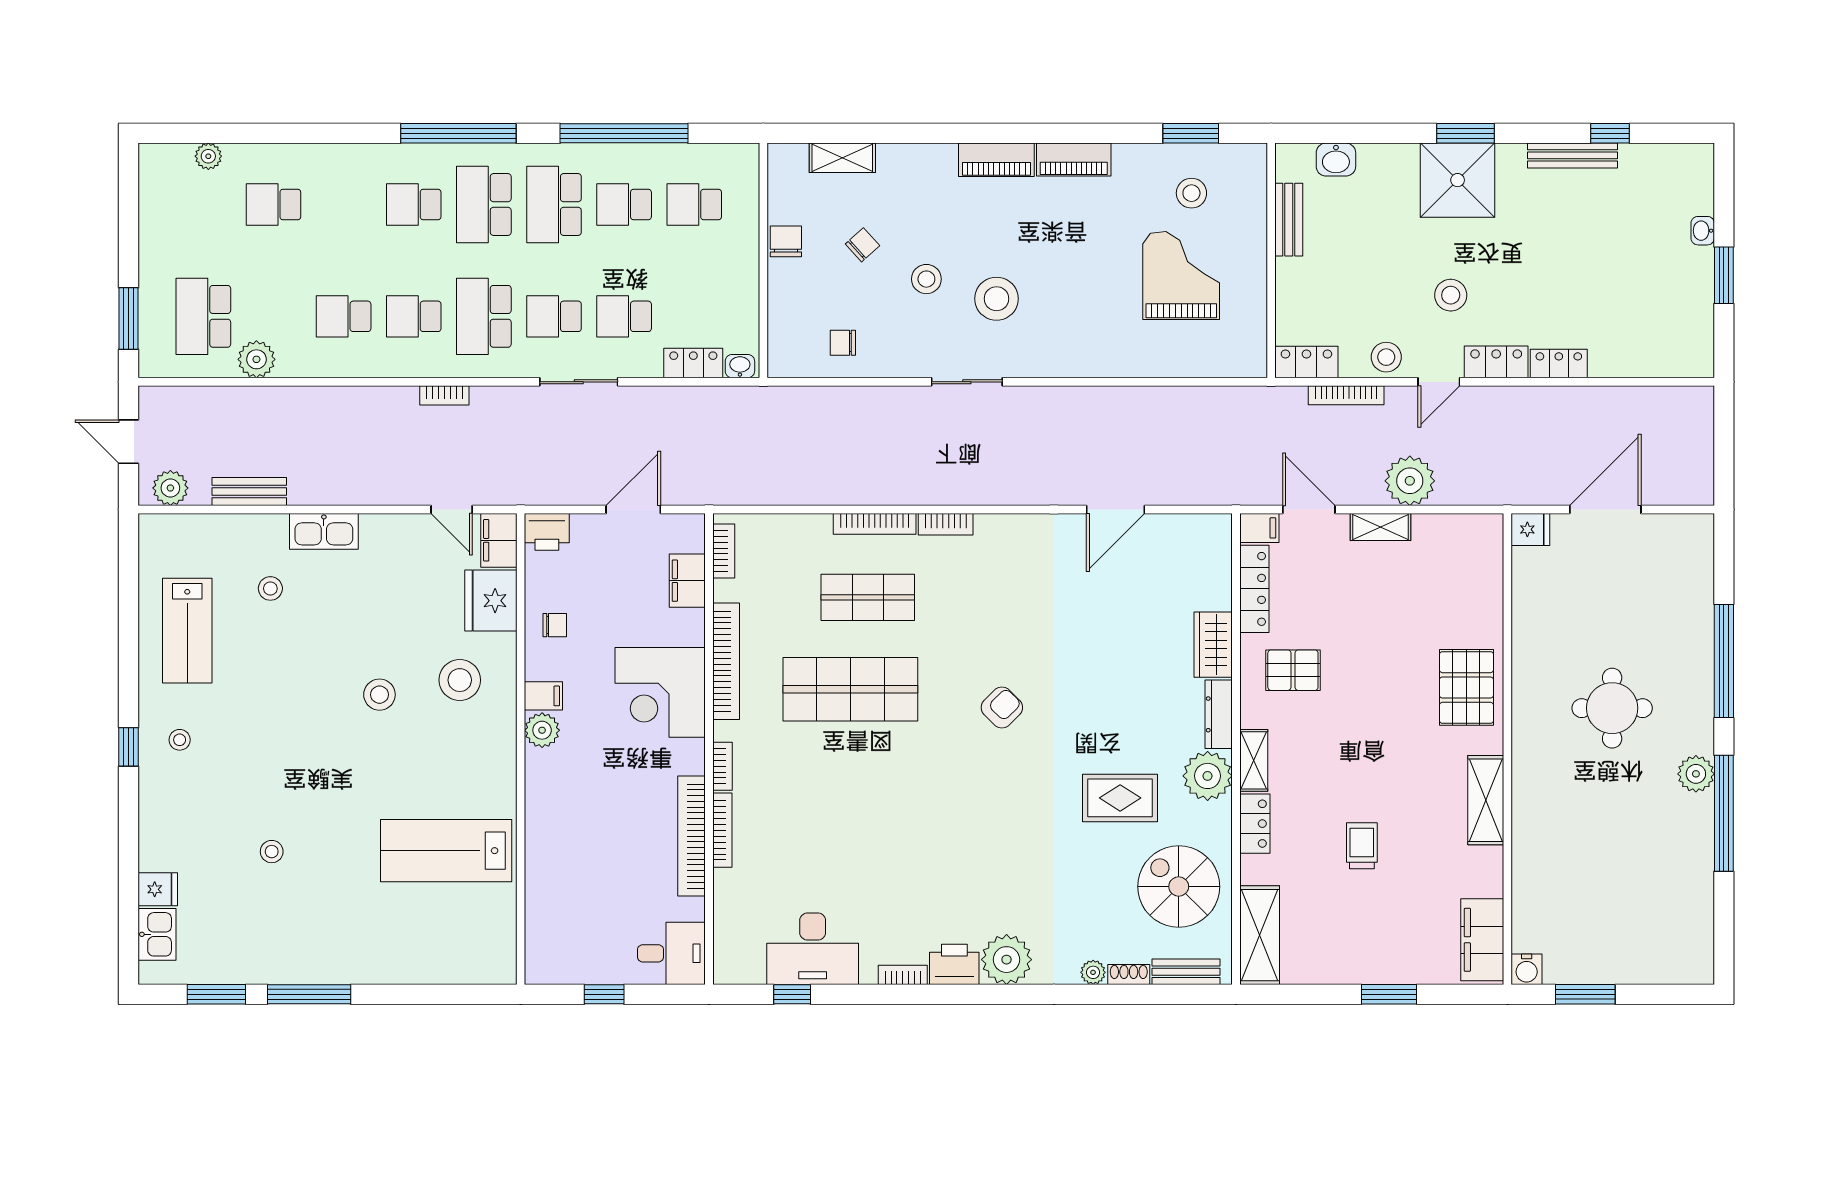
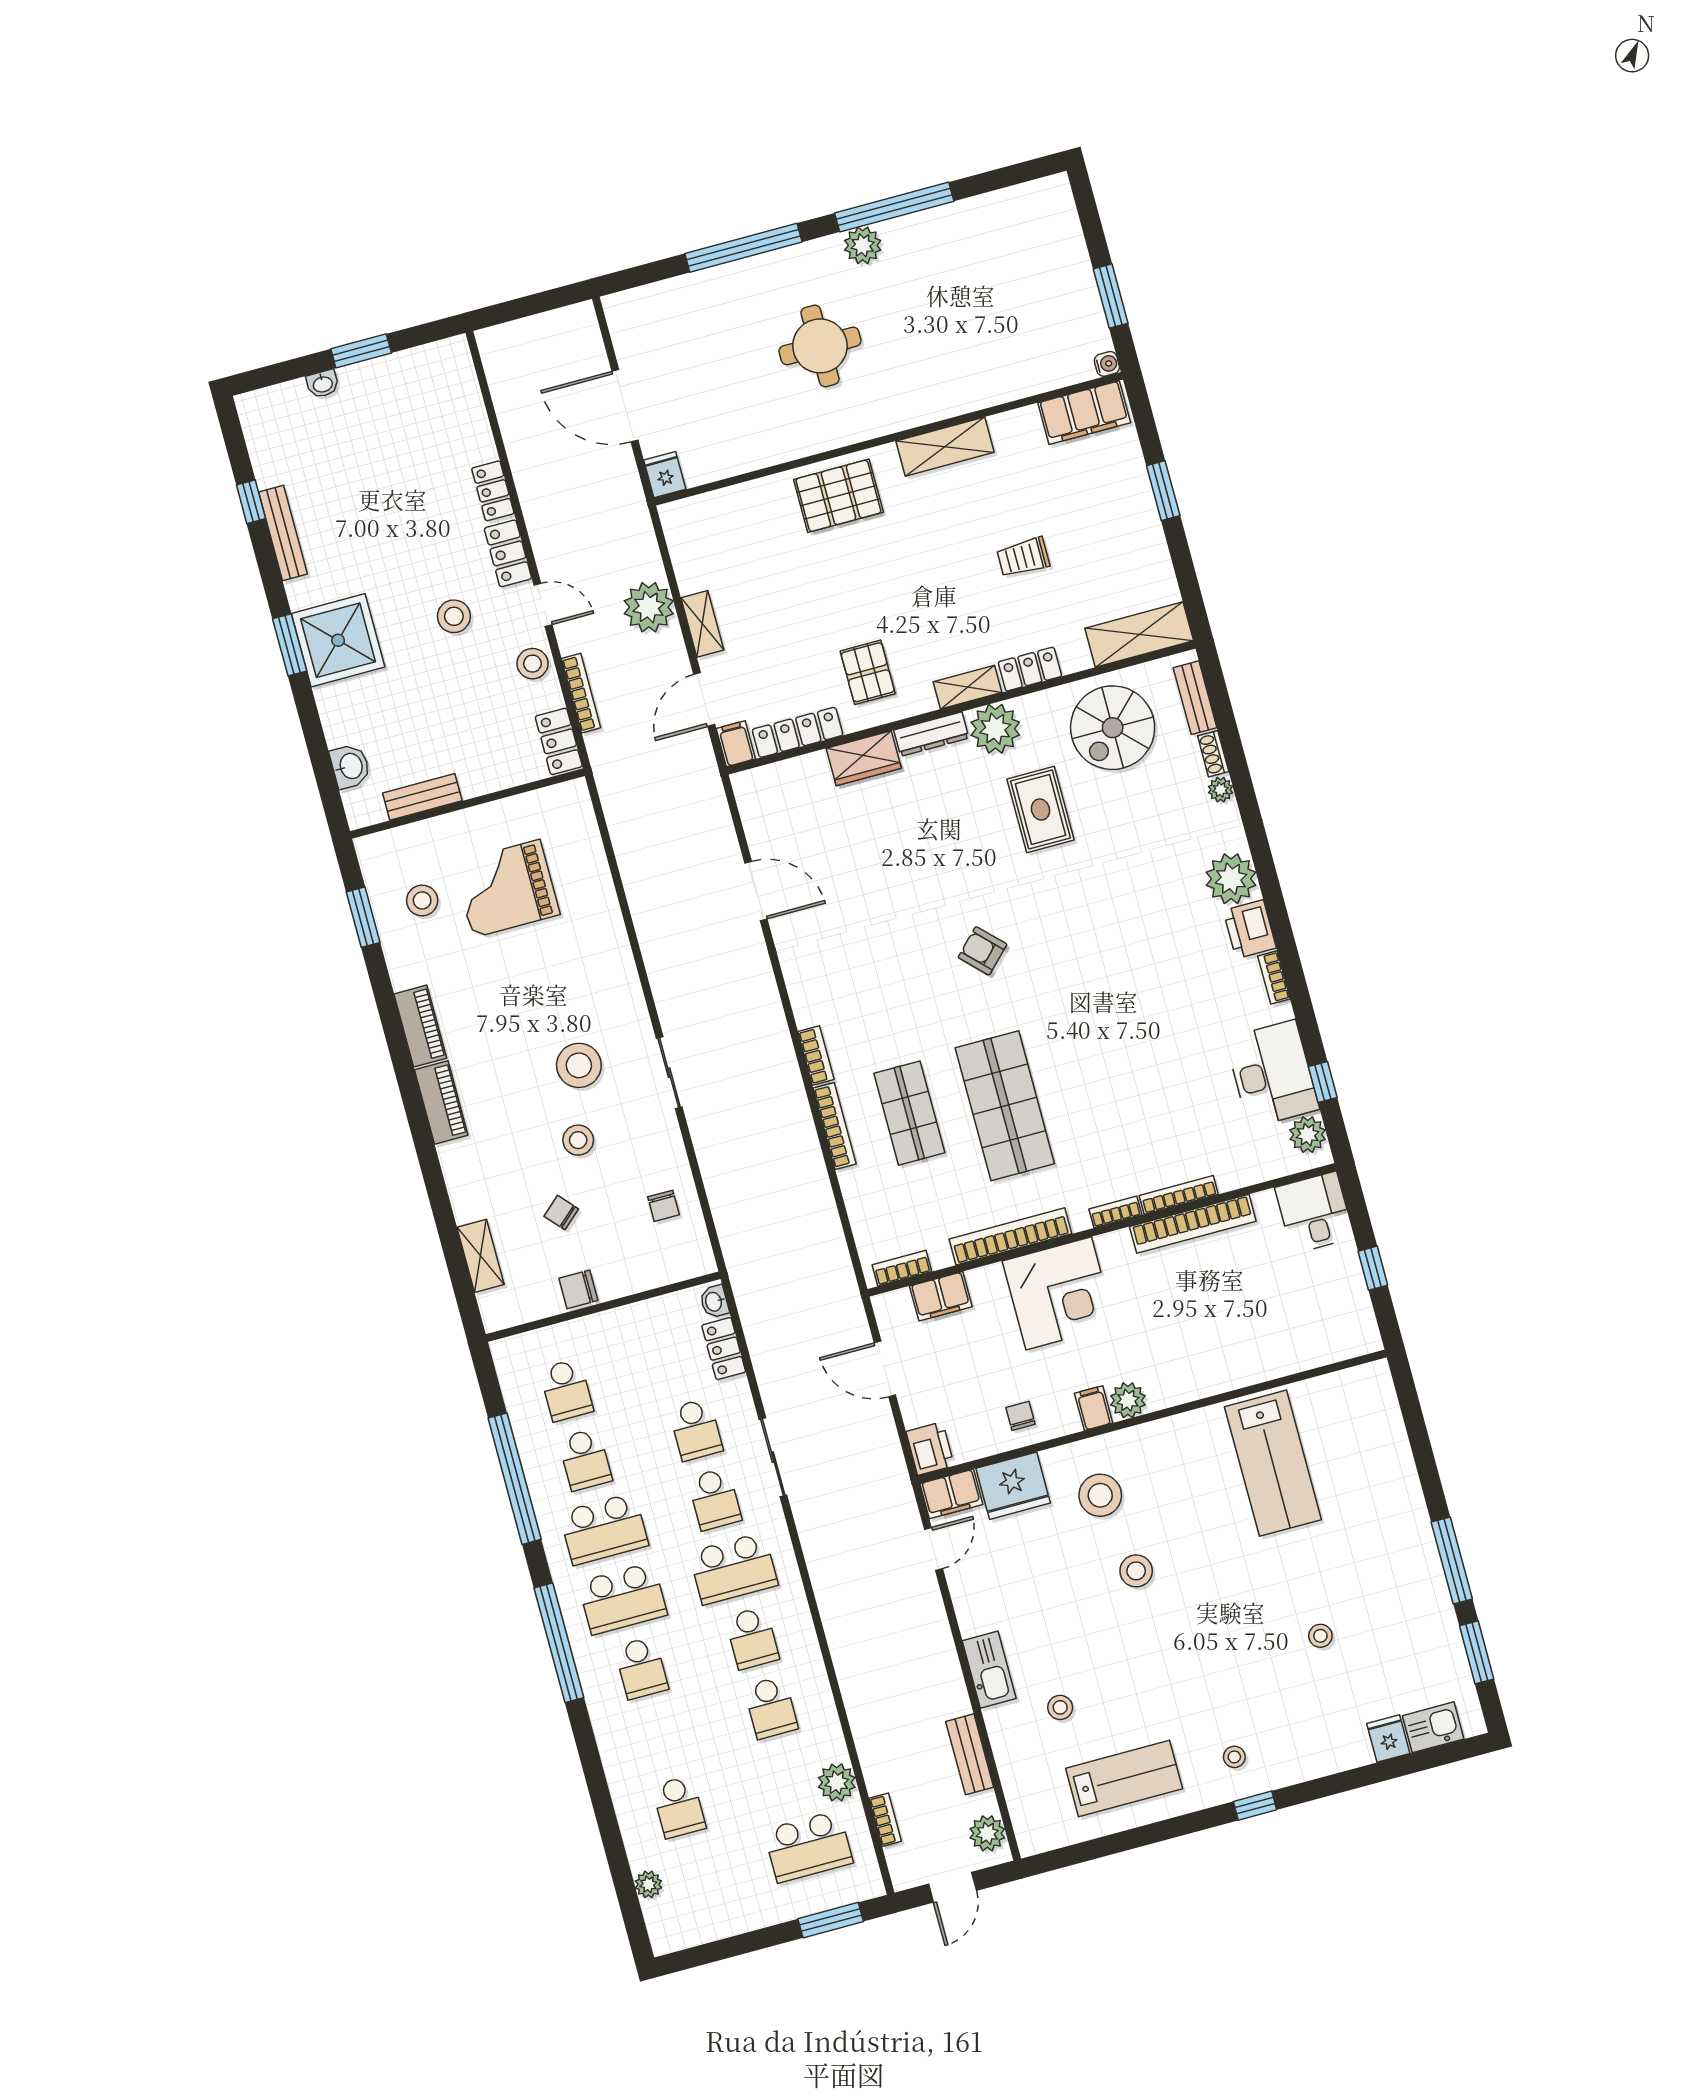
bookcase: (444, 395) -> (885, 1820), moved
plant: (746, 967) -> (1308, 1135), added
water cooler: (1527, 969) -> (1107, 364), width x0.72, depth x0.72

